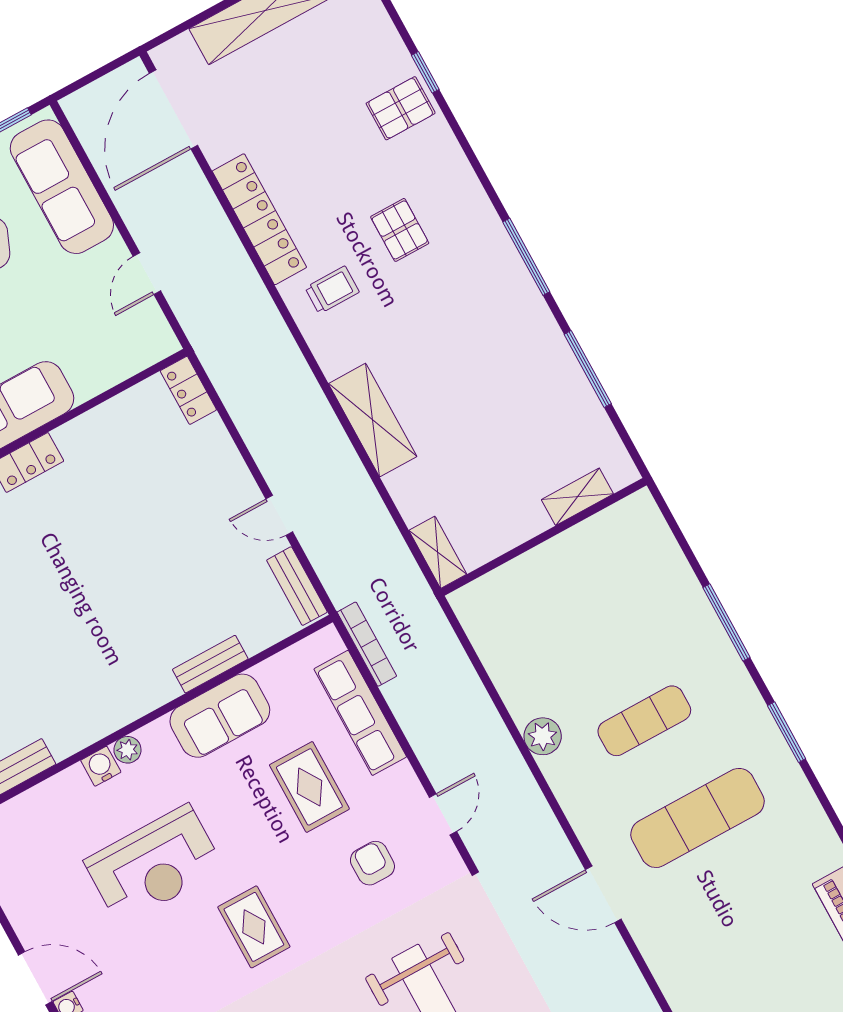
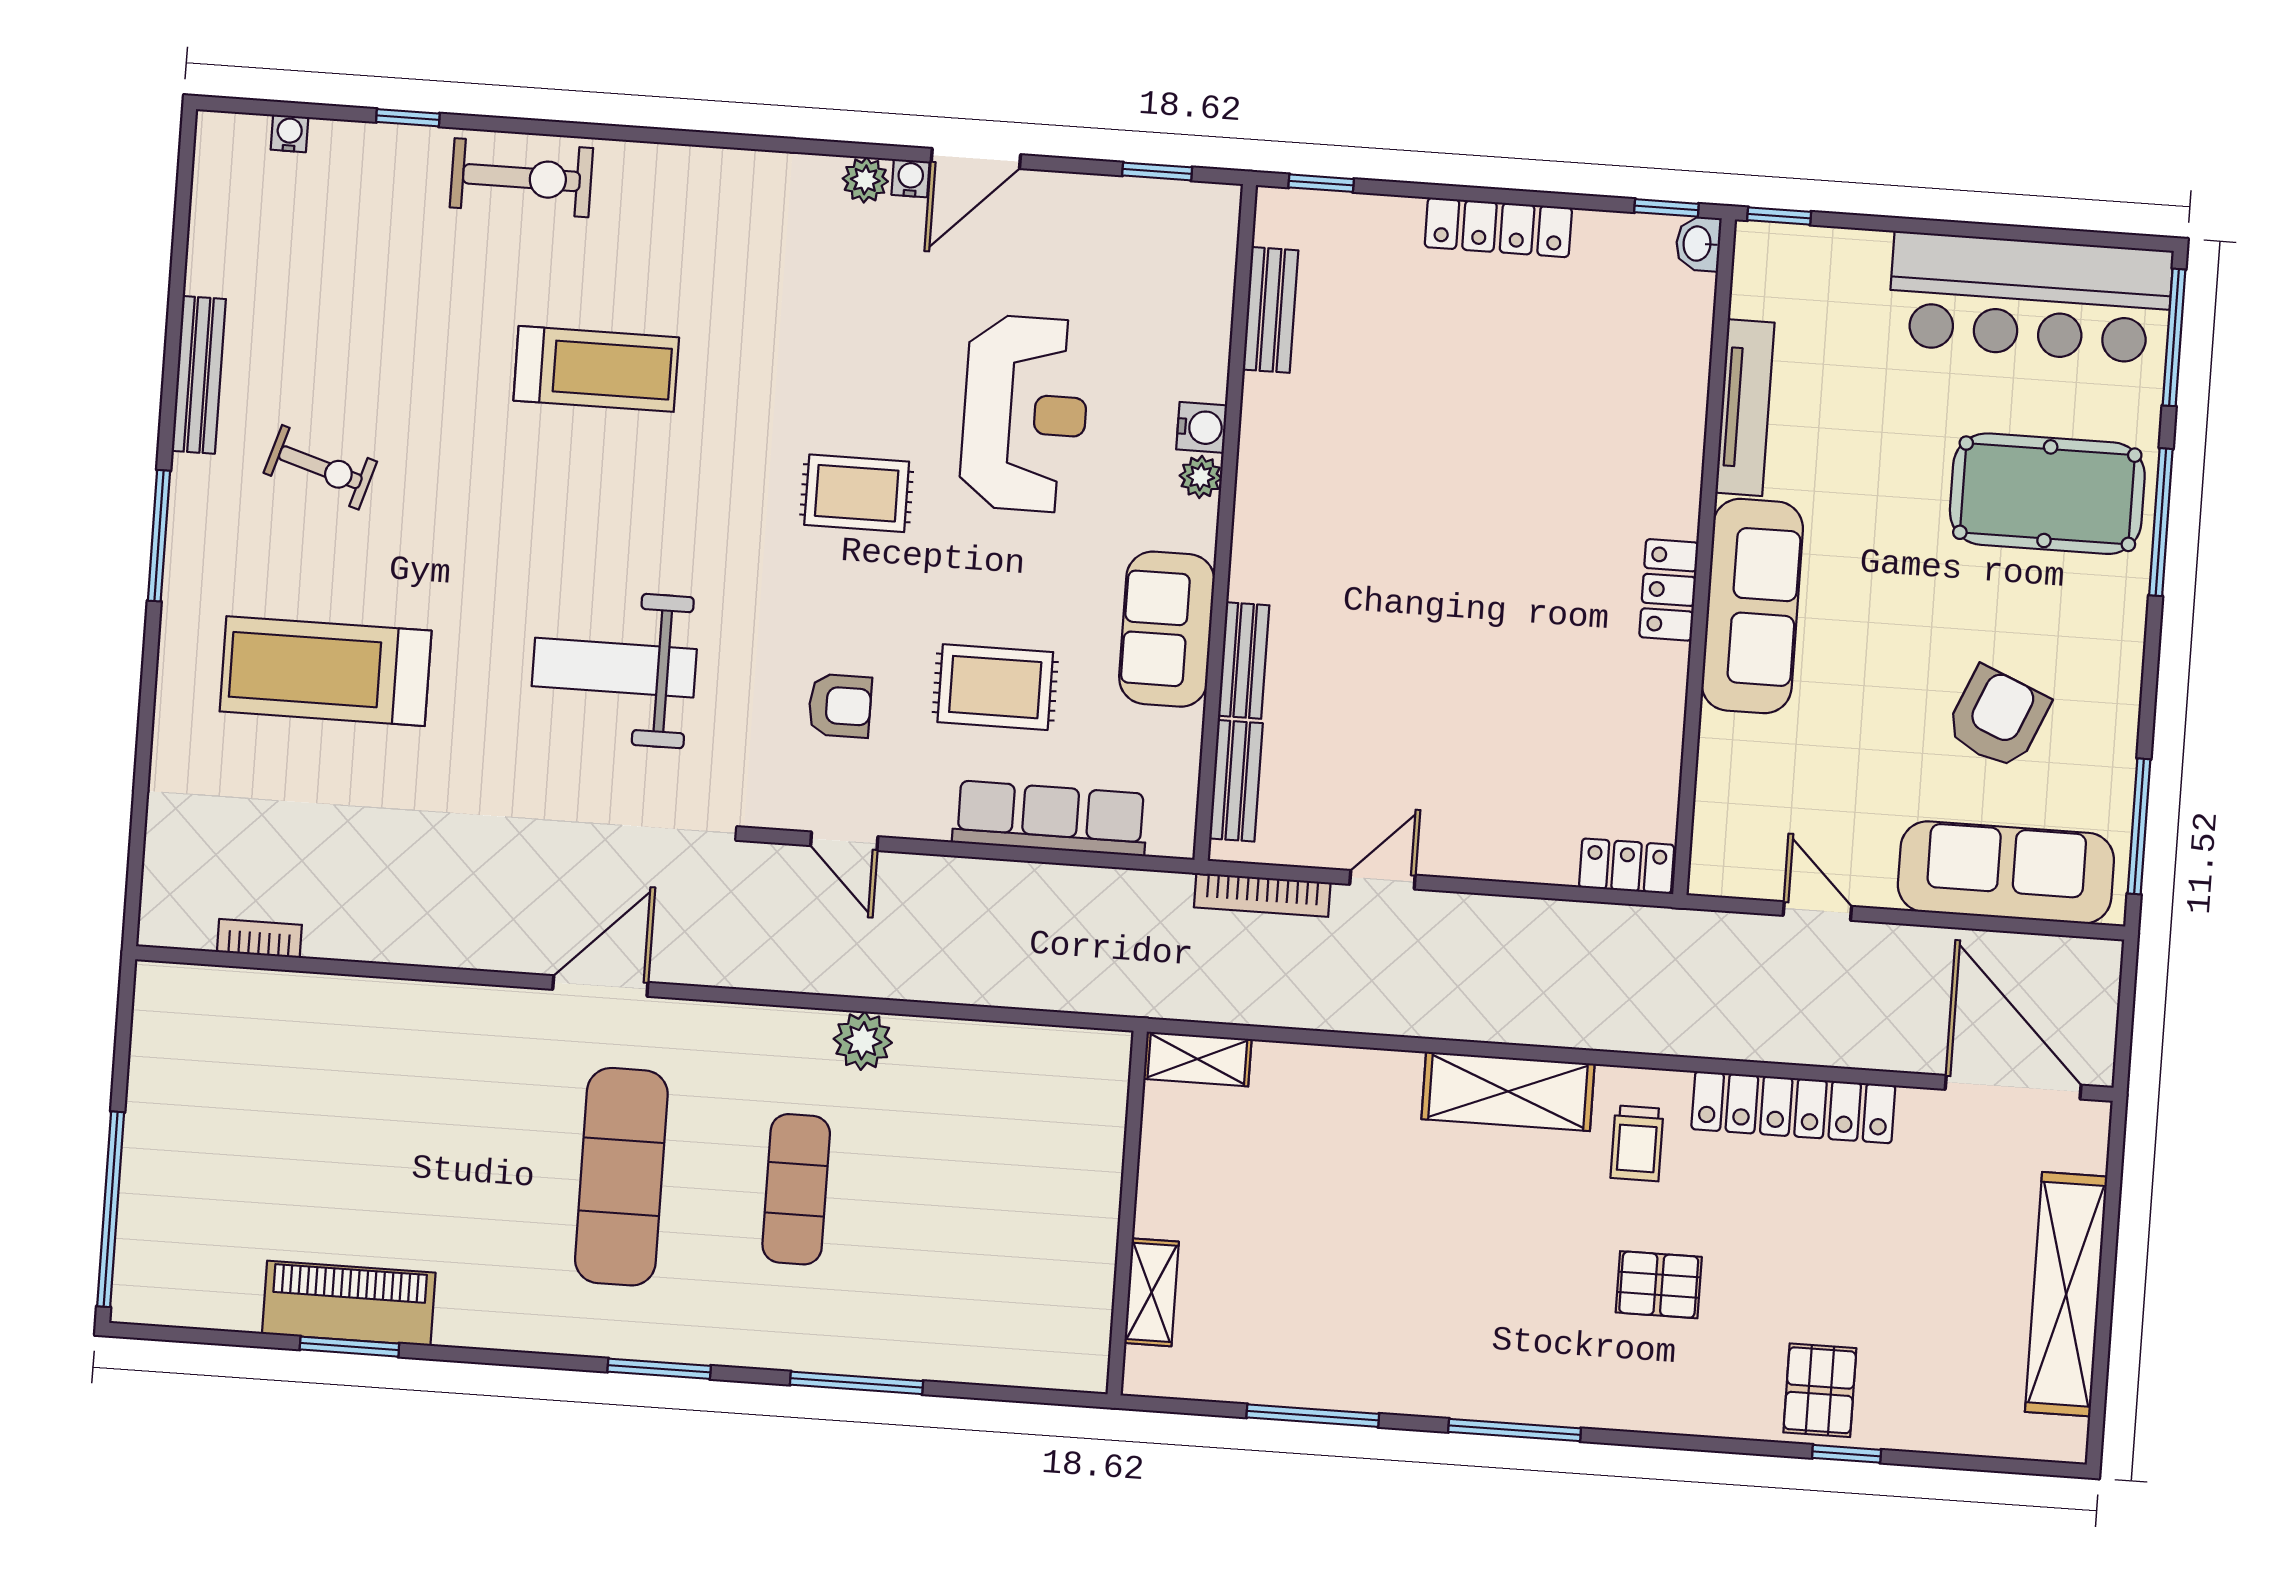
shelving: (373, 420) -> (1508, 1091), moved
bench: (297, 586) -> (1236, 781), moved, turned 90
bookcase: (367, 644) -> (1262, 895), moved
reception desk: (154, 865) -> (1025, 414), turned 180

